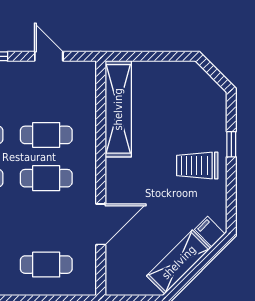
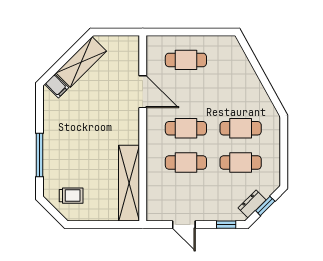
window: (231, 144) -> (40, 155), width x2.17
trolley: (197, 166) -> (71, 196), moved, width x0.73, depth x0.72
door: (101, 224) -> (143, 92), swing flipped

